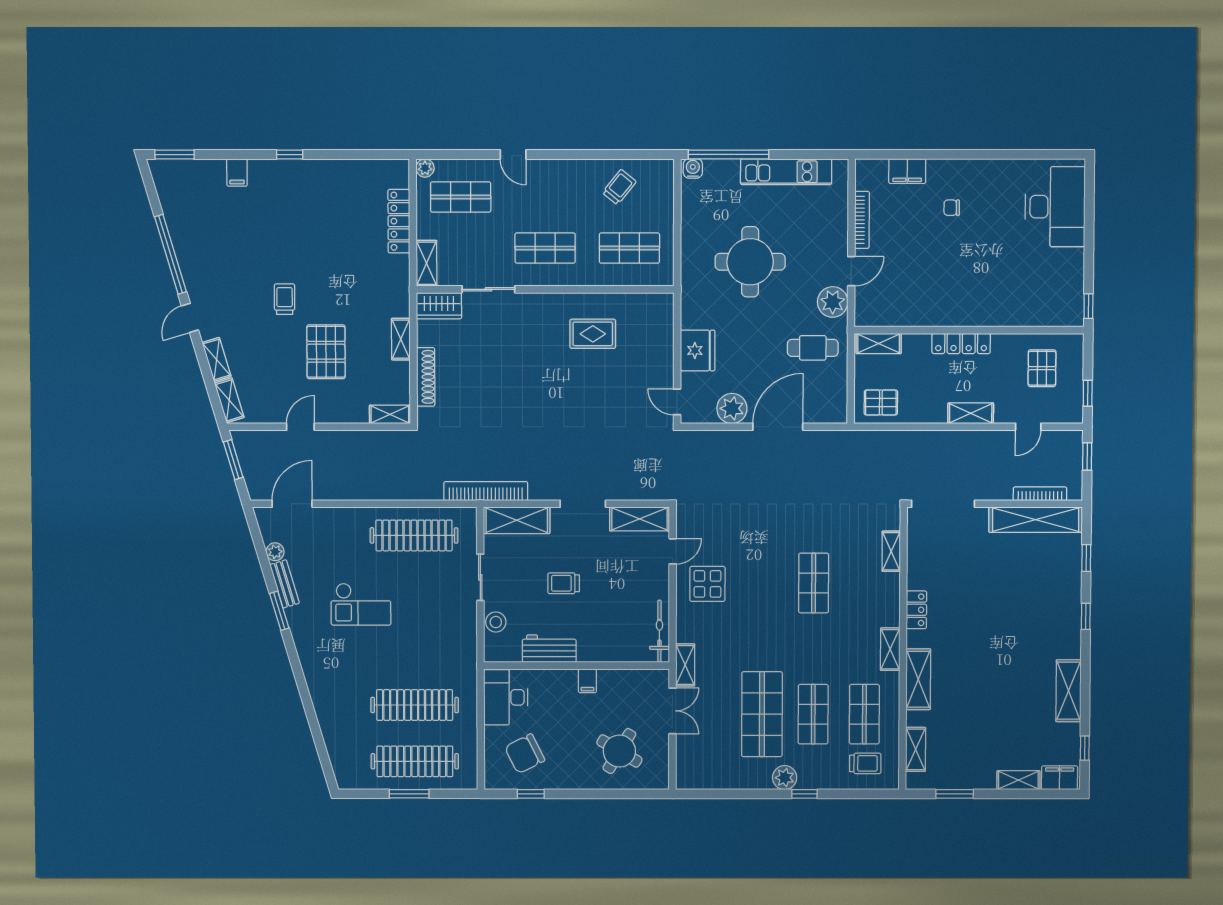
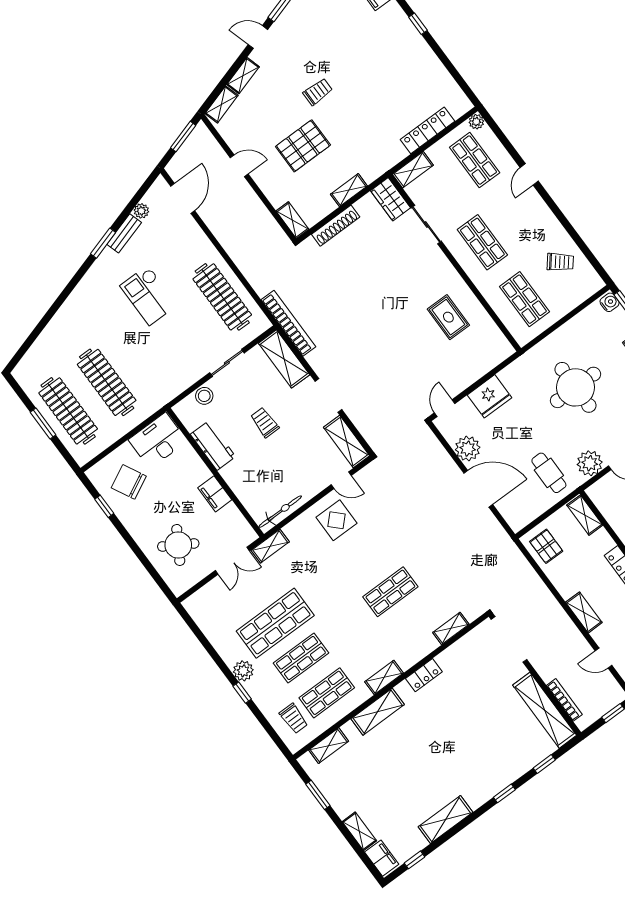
door: (292, 504) -> (183, 198), hinge flipped
filing cabinet: (587, 681) -> (215, 494), width x2.00

